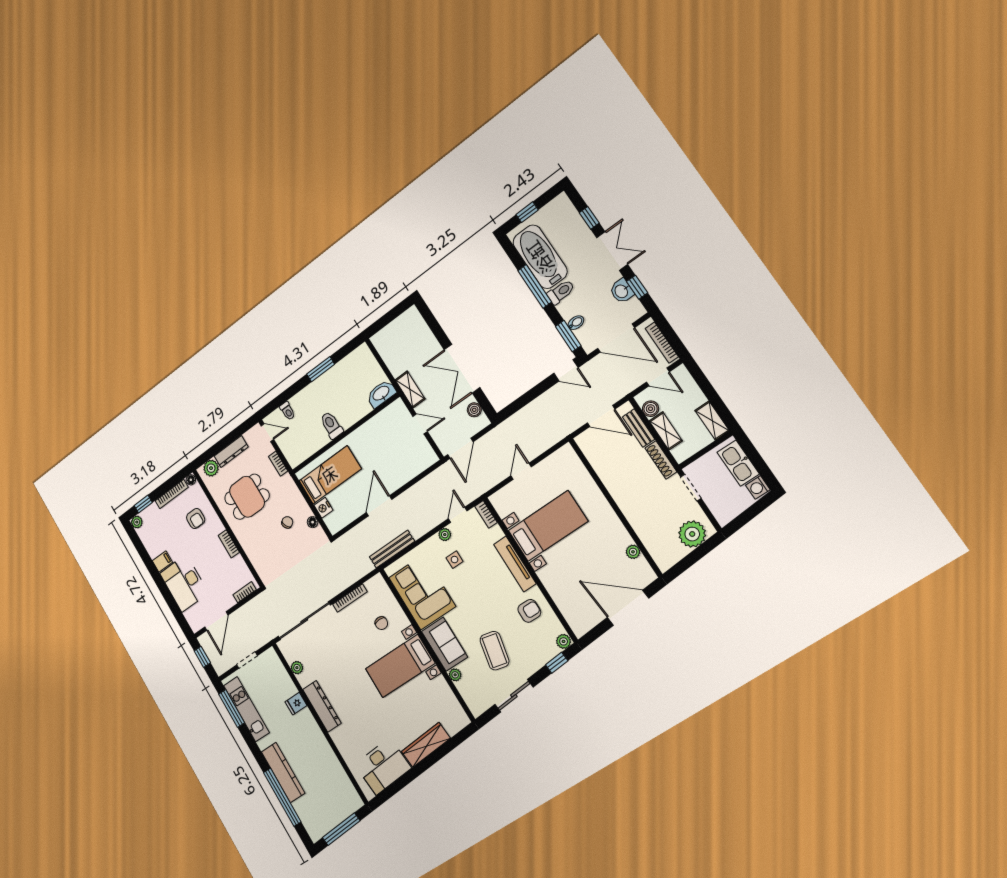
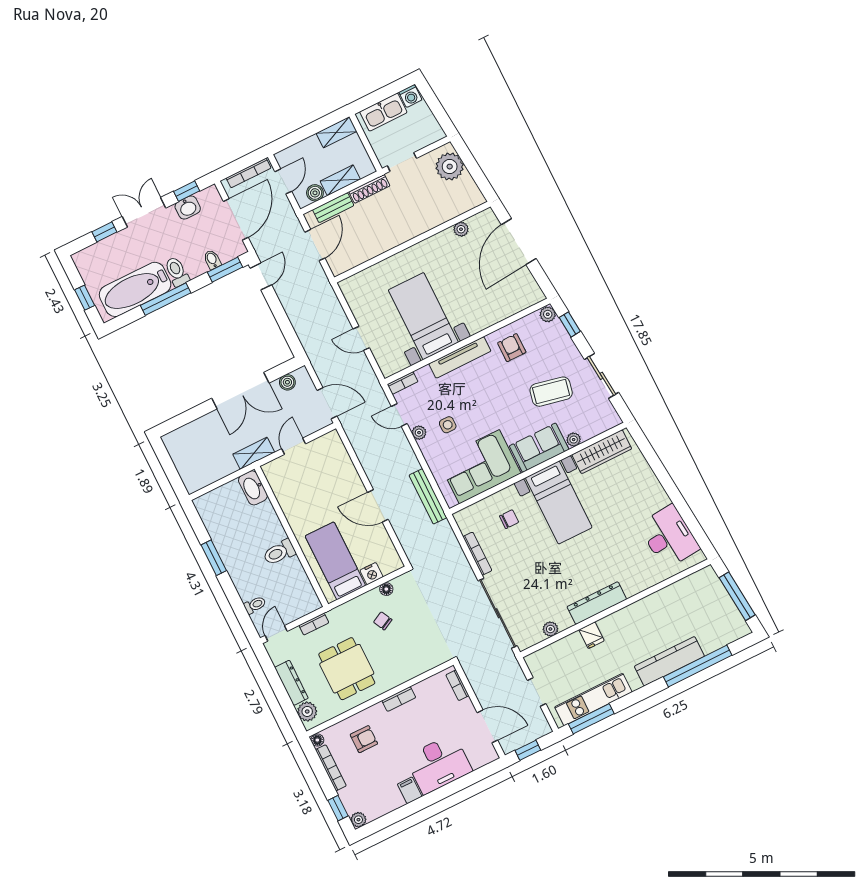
wardrobe: (426, 745) -> (602, 452), moved, turned -85

